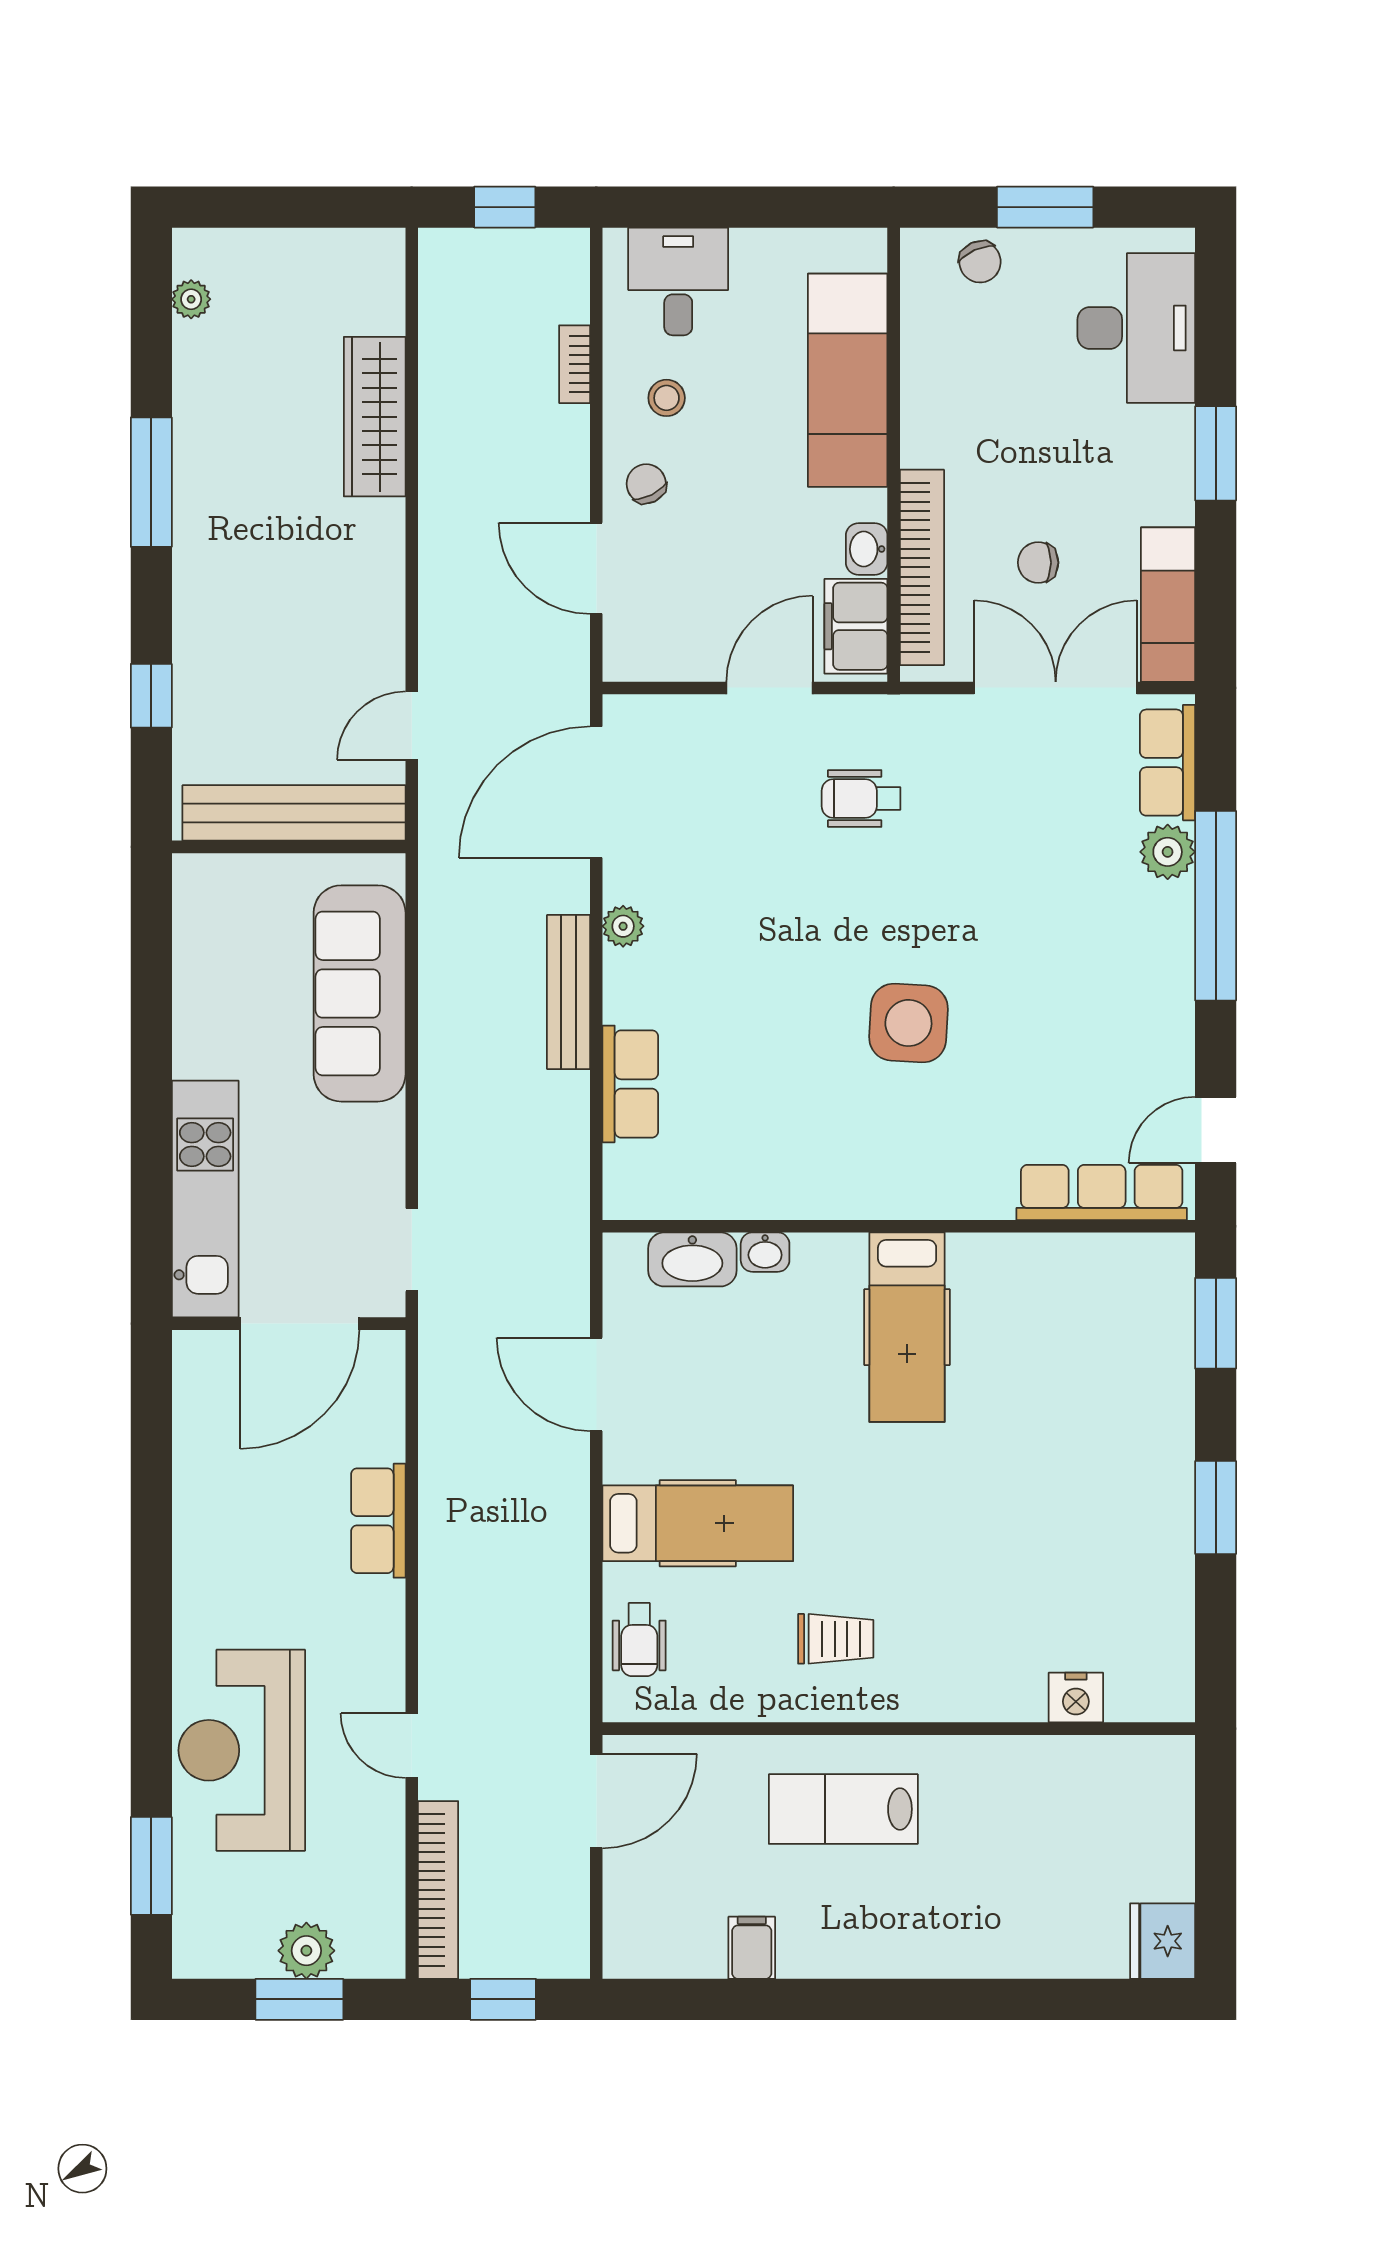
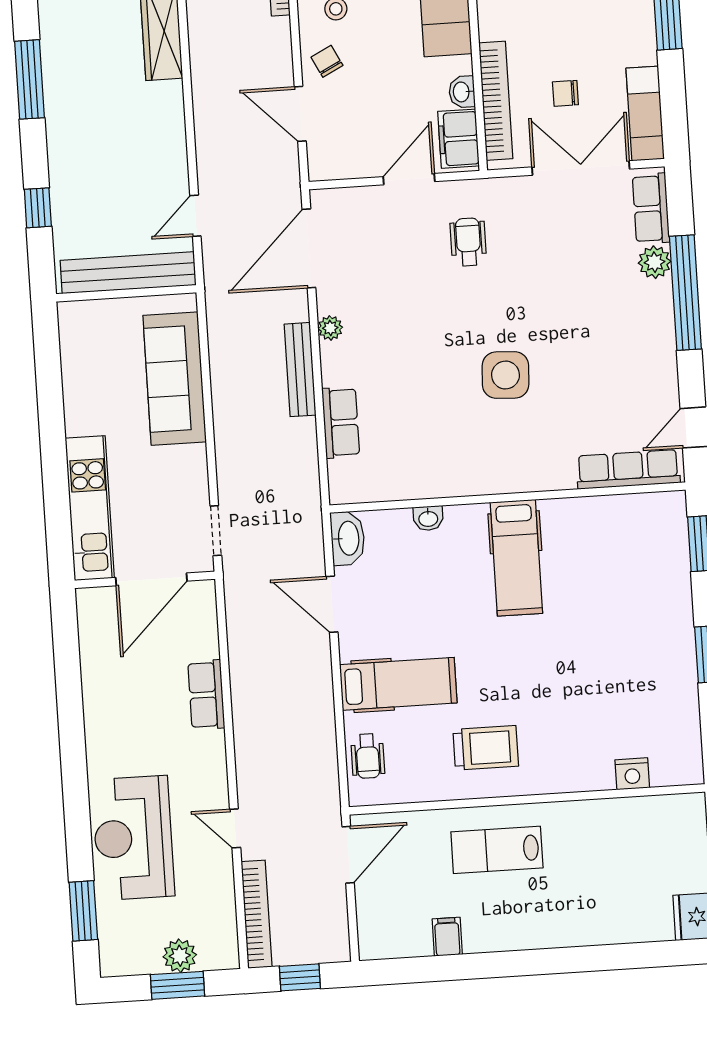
wheelchair: (861, 799) -> (468, 242), turned 90
washbasin: (692, 1259) -> (348, 538), moved, turned -90
trolley: (836, 1639) -> (486, 748), width x1.36, depth x1.39

